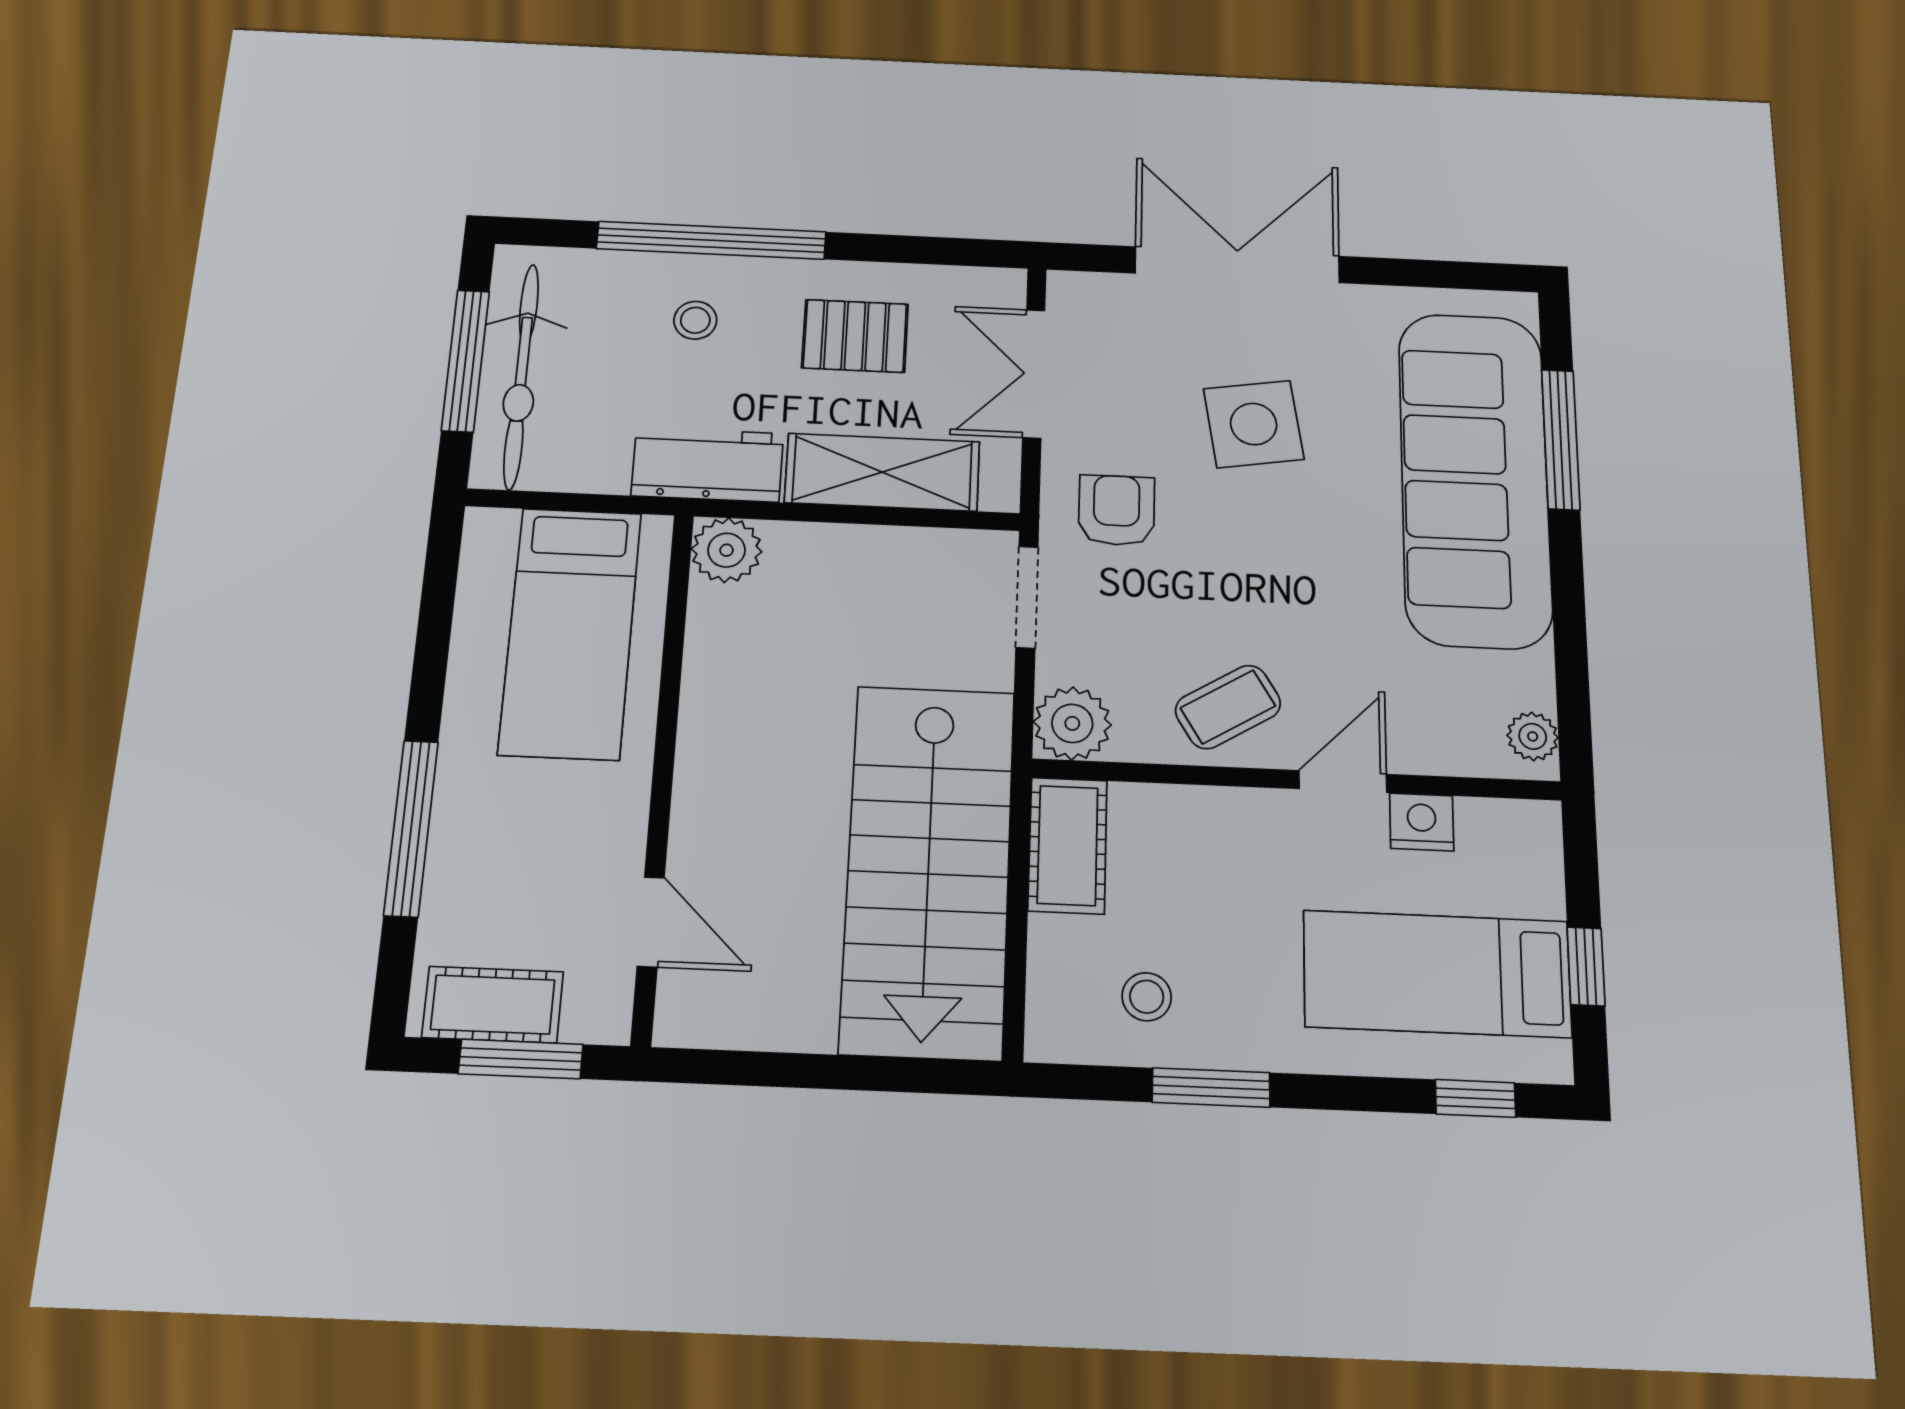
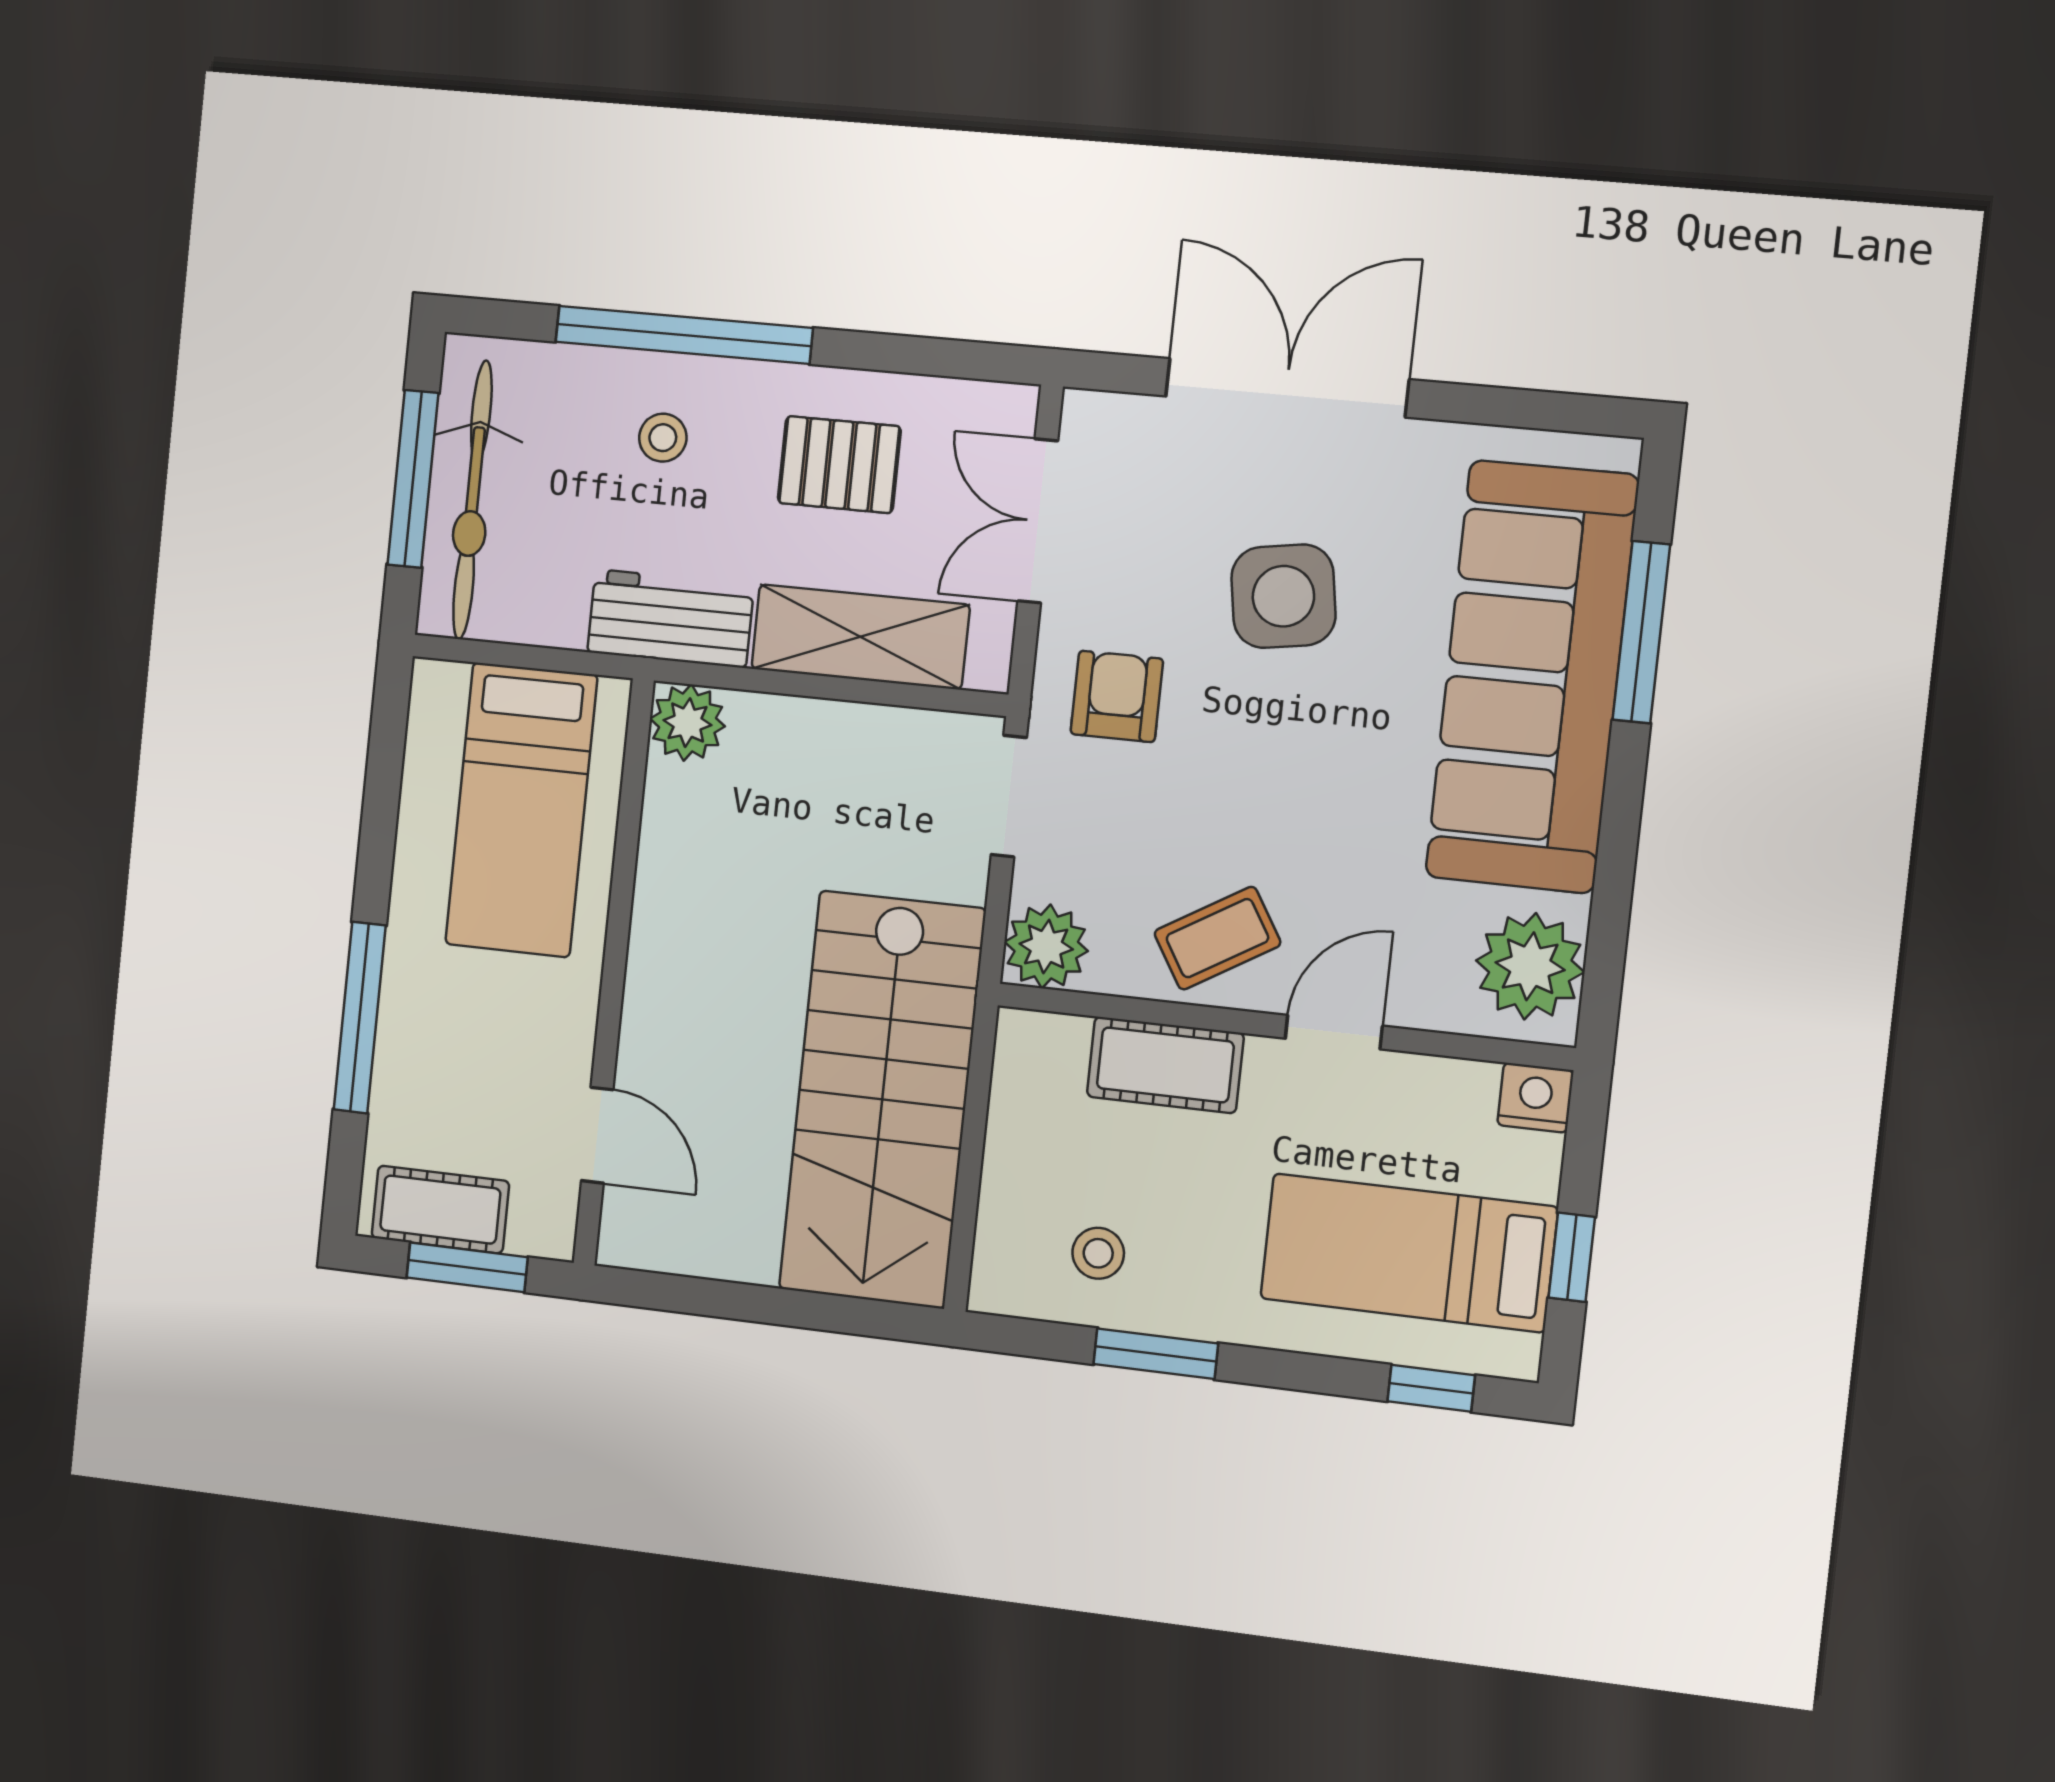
plant: (1533, 736) -> (1530, 966), width x1.88, depth x1.88
nightstand: (1422, 822) -> (1535, 1098), moved
cot: (1068, 845) -> (1165, 1065), moved, turned 90

